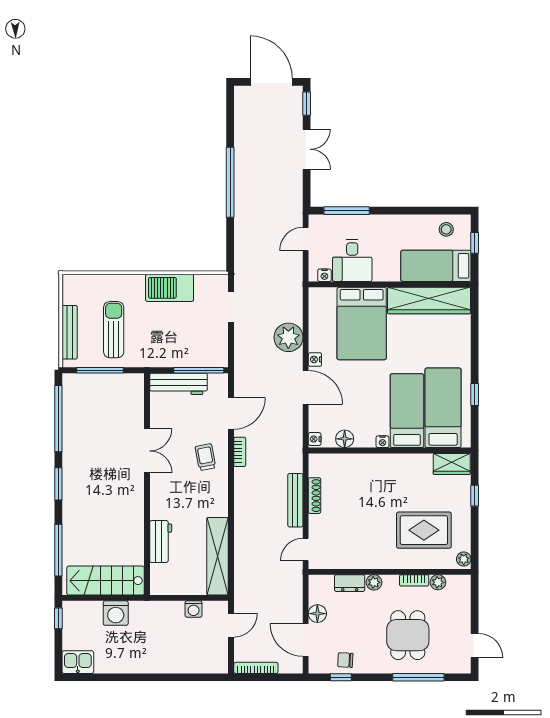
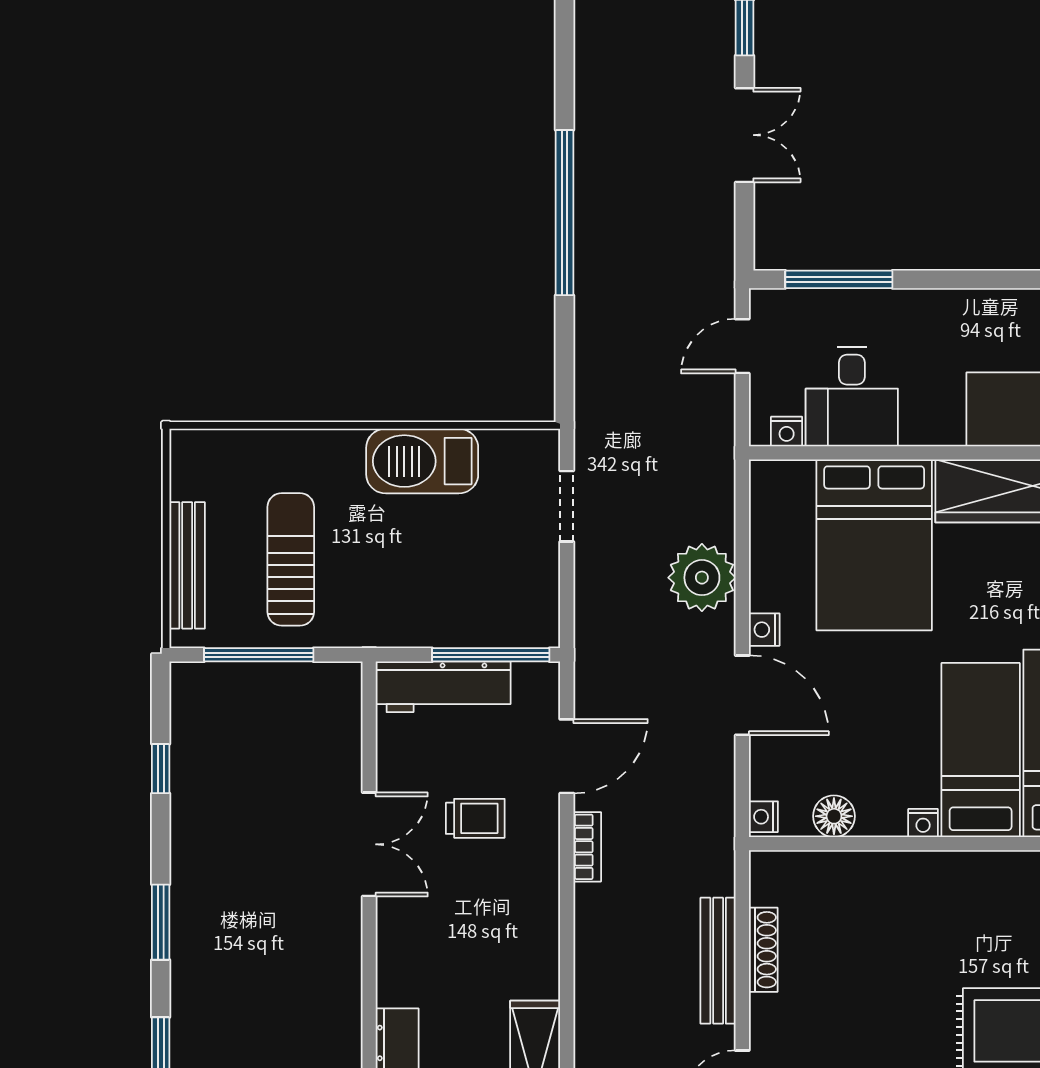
window: (58, 419) -> (161, 769), width x0.32
trolley: (205, 457) -> (475, 818), moved, turned 101

